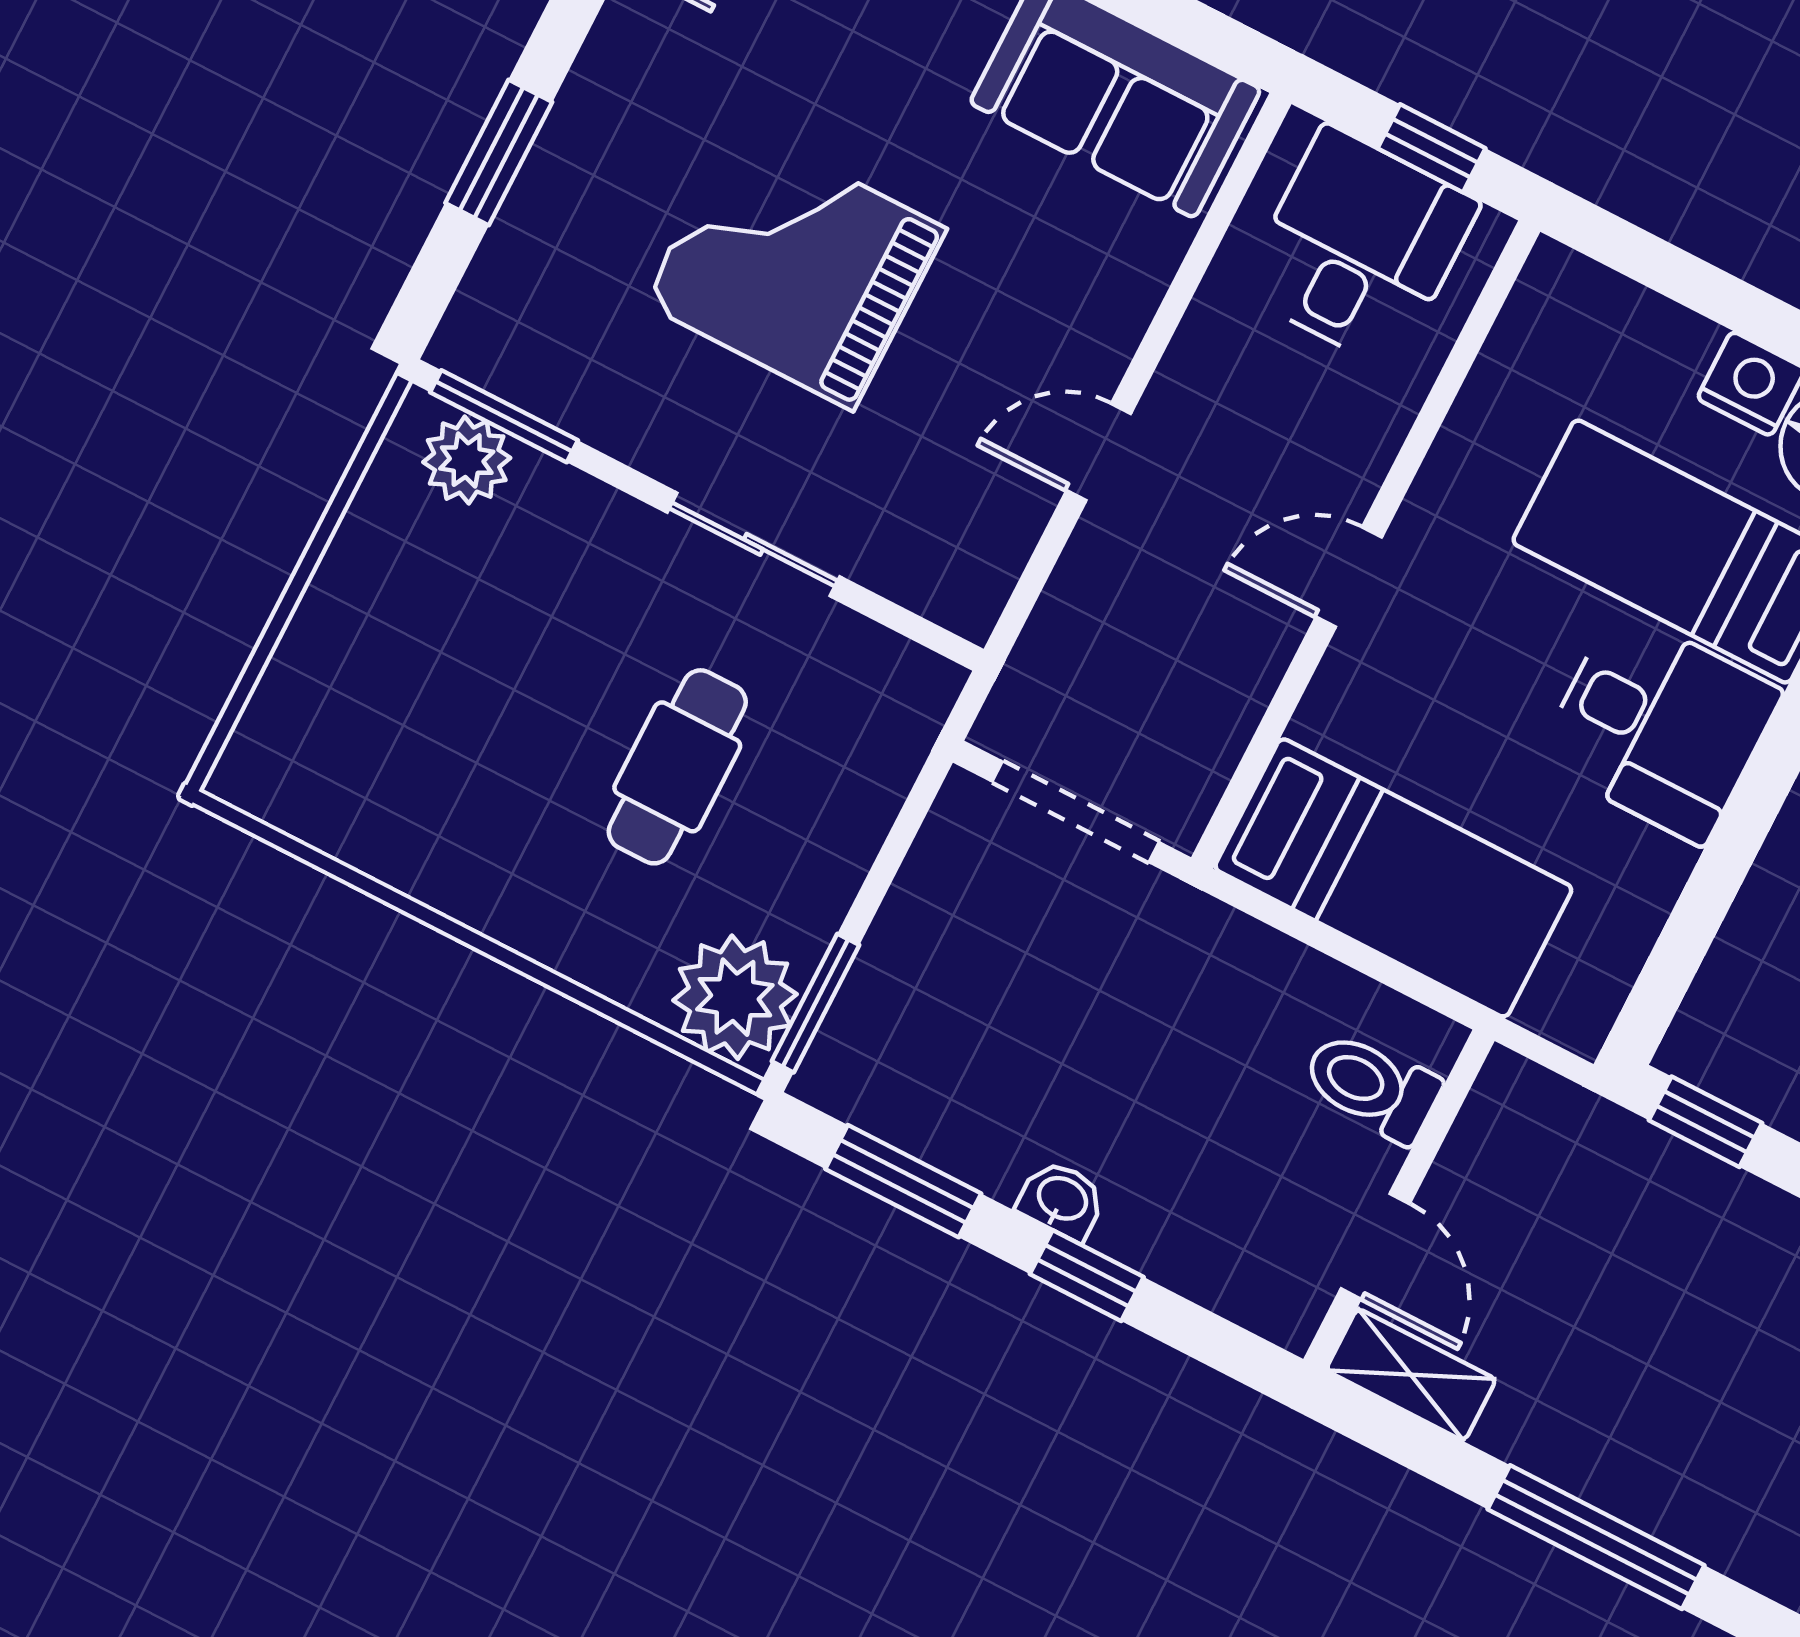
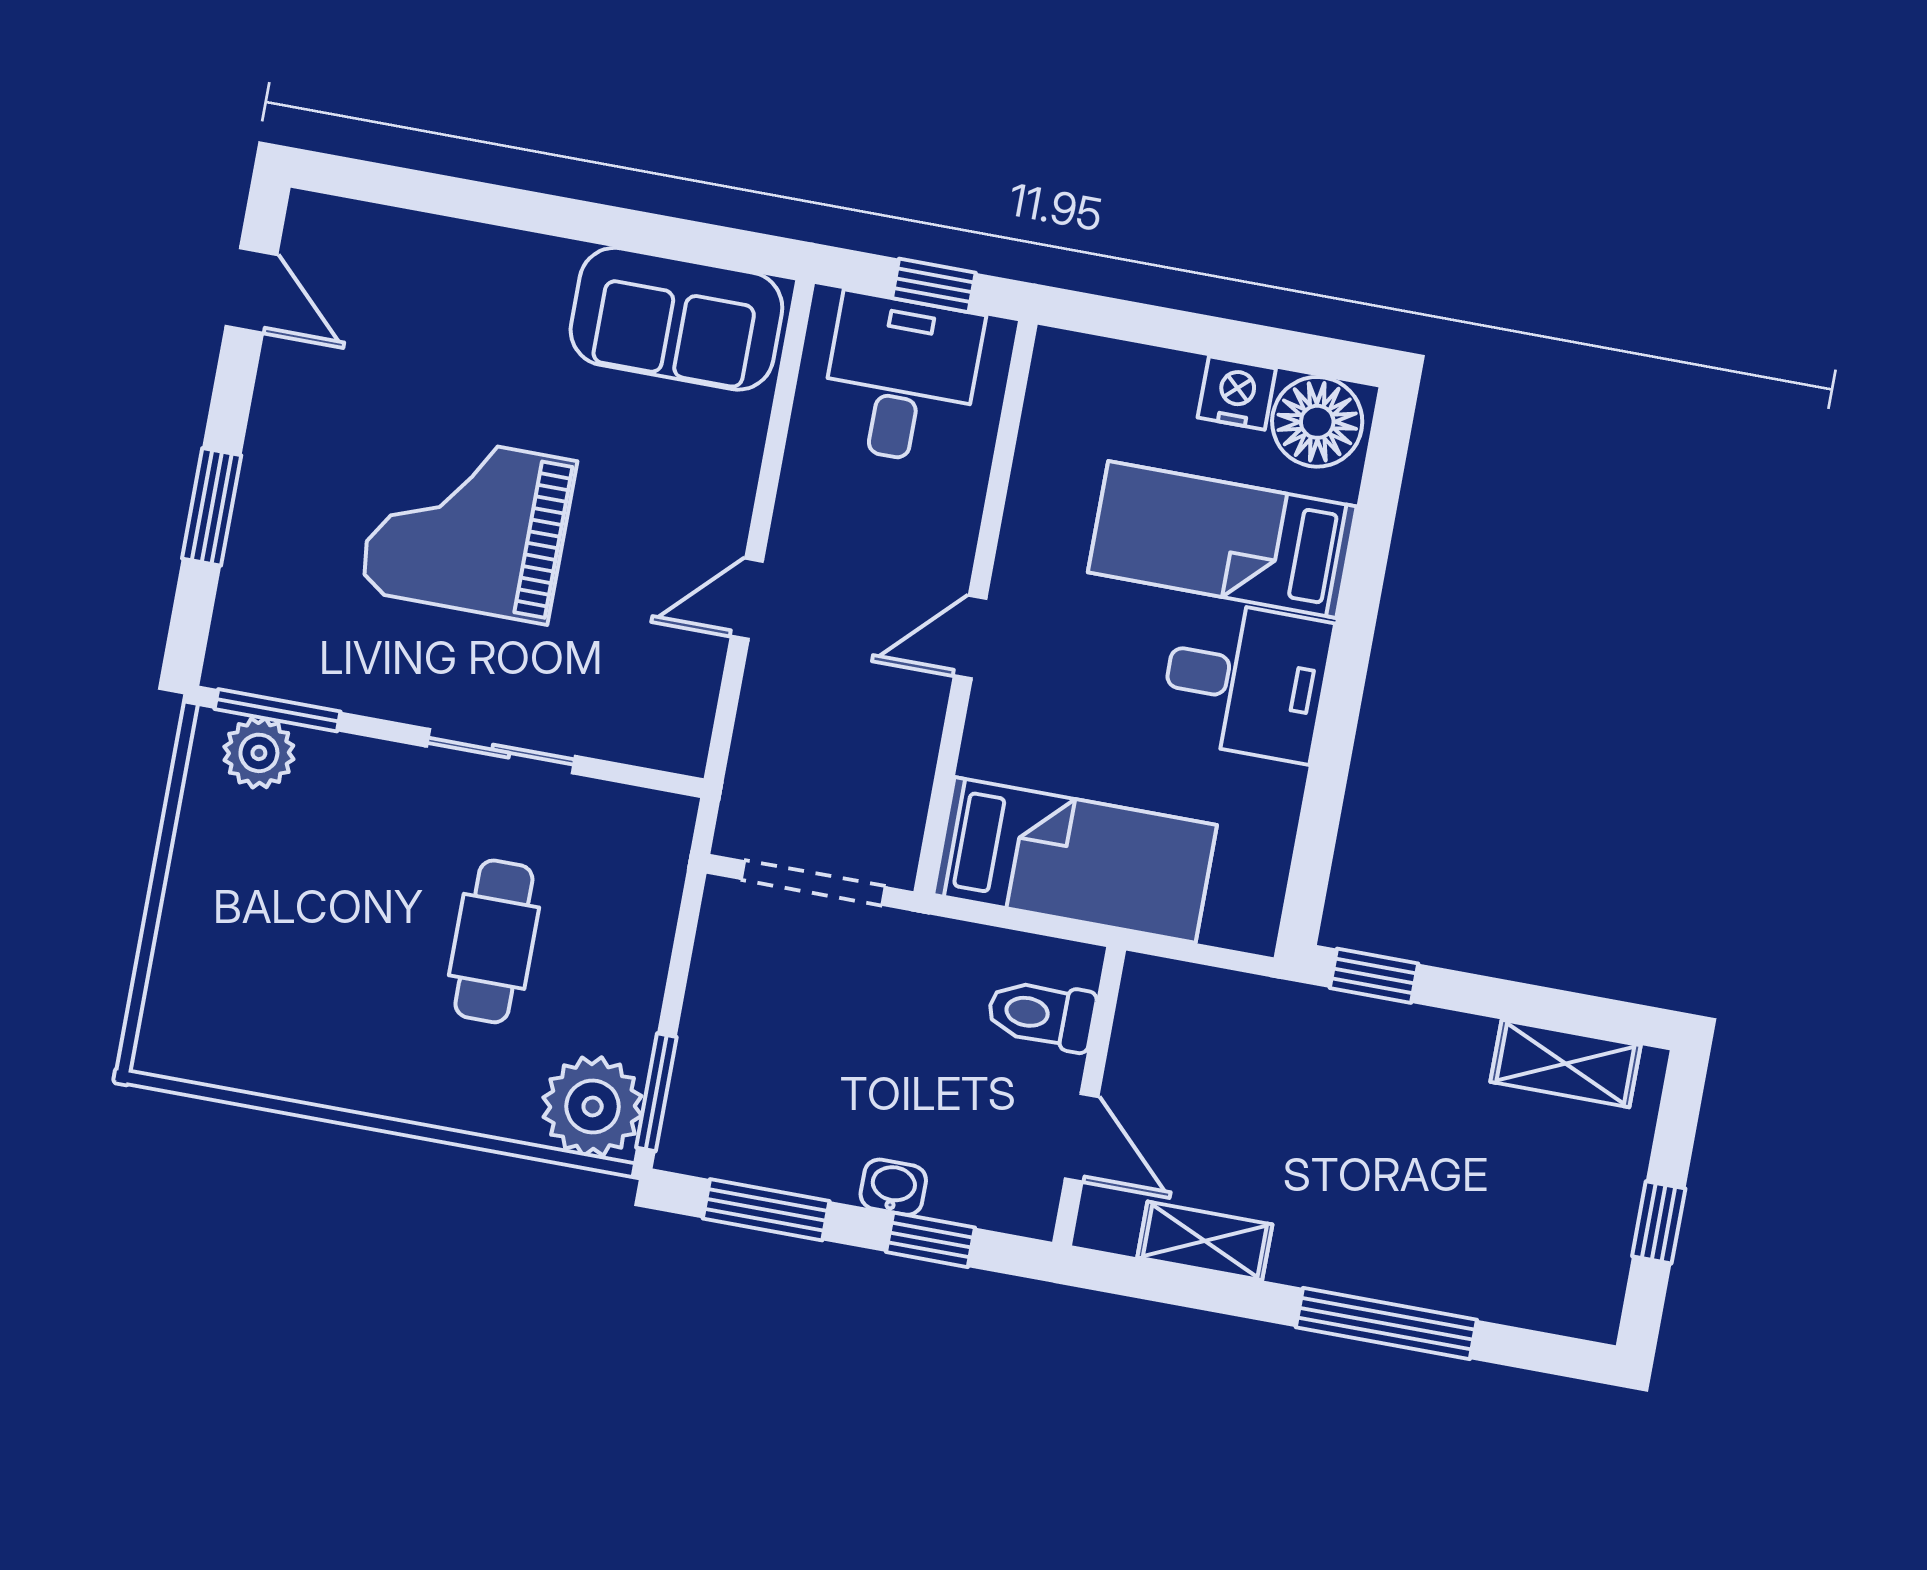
toilet: (1372, 1086) -> (1041, 1014), moved
wall: (1399, 1200) -> (1089, 1096), moved
door: (1375, 1246) -> (1082, 1138), moved

